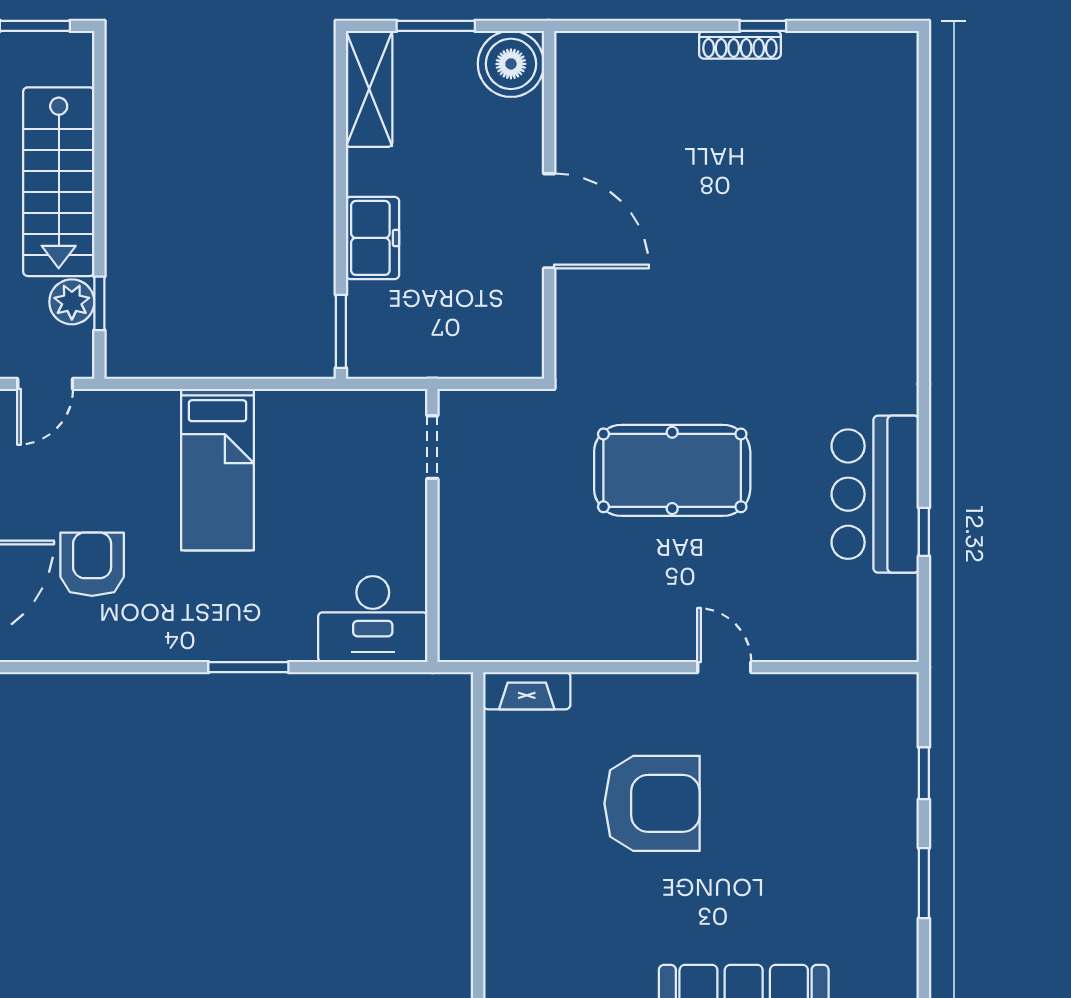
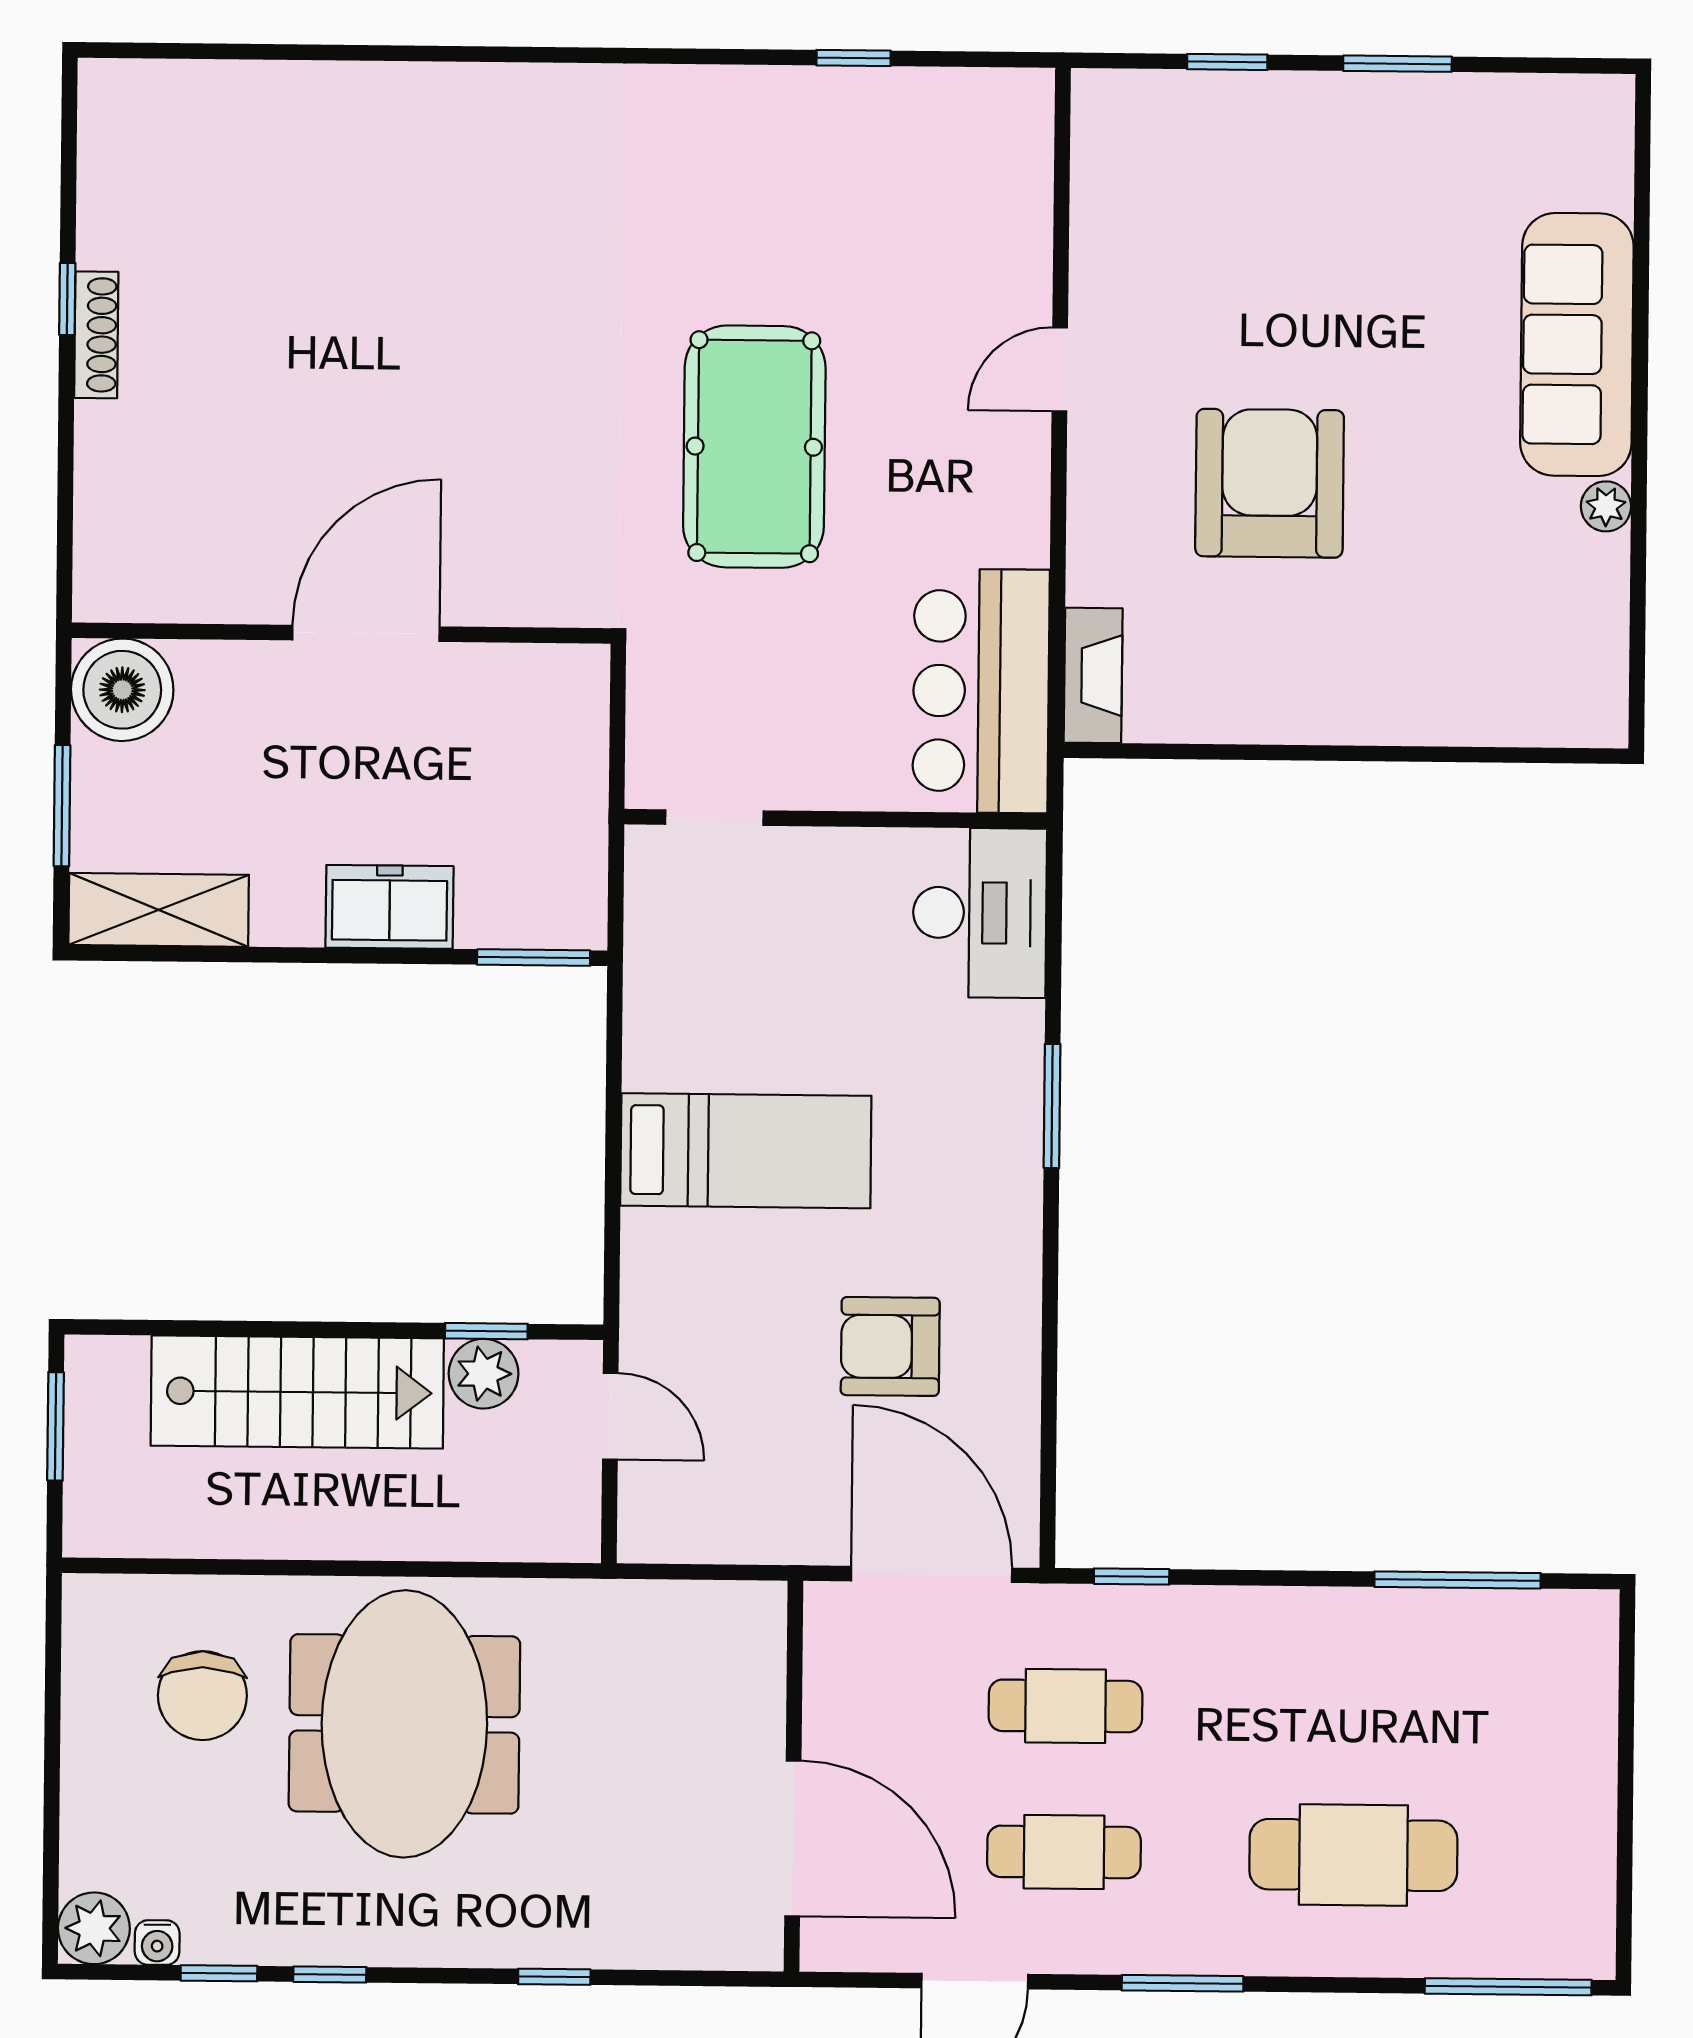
bar counter: (875, 494) -> (981, 691), moved, turned 90

